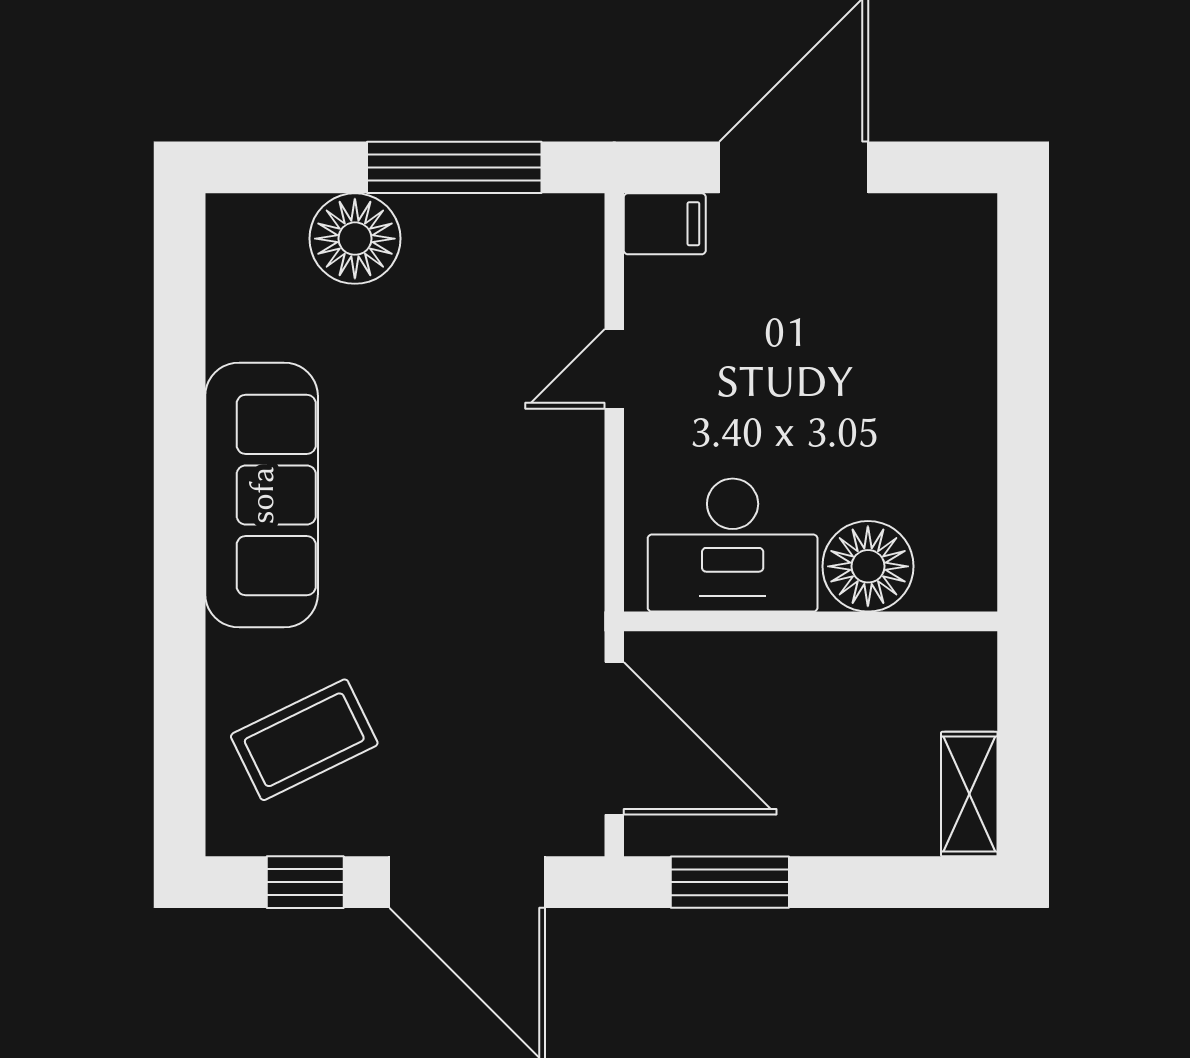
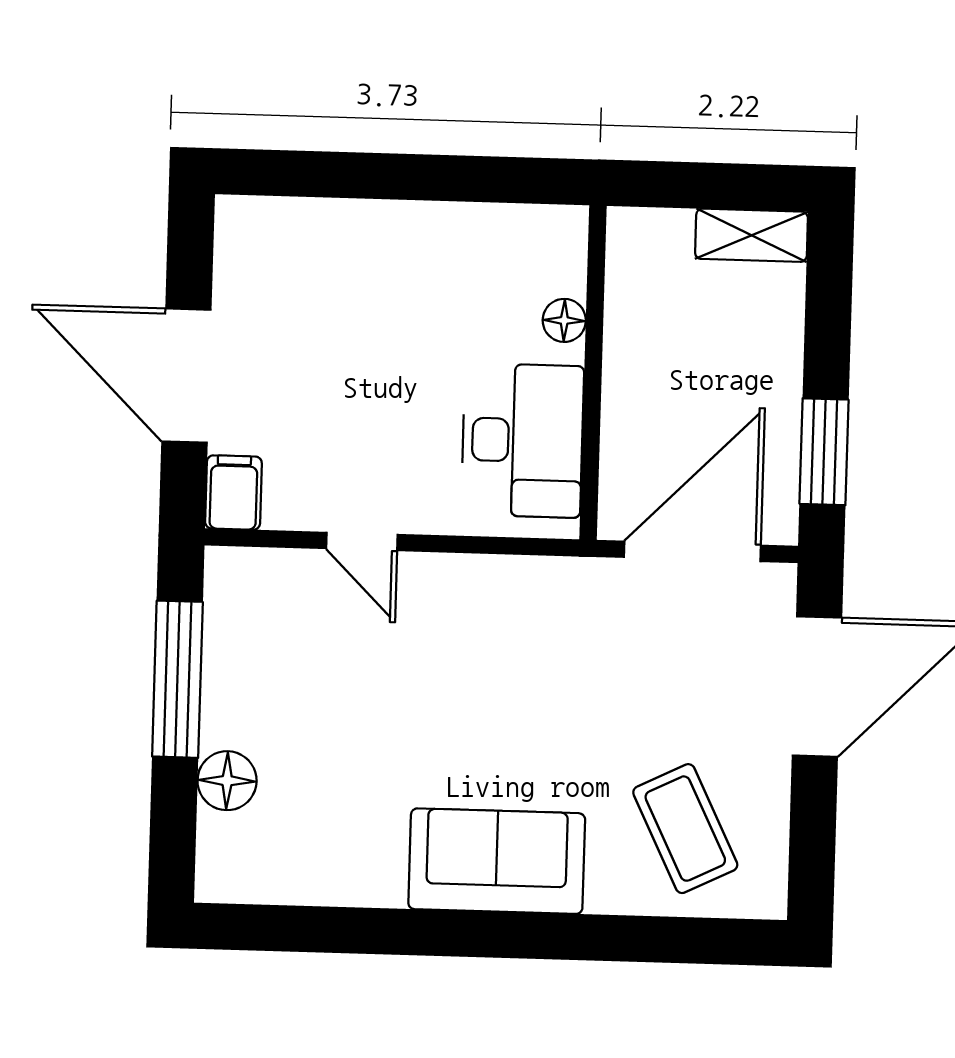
floor lamp: (355, 239) -> (227, 781), width x0.73, depth x0.73
sofa: (262, 495) -> (497, 861), width x0.73
floor lamp: (868, 566) -> (564, 320), width x0.53, depth x0.53
window: (305, 882) -> (813, 831), removed

